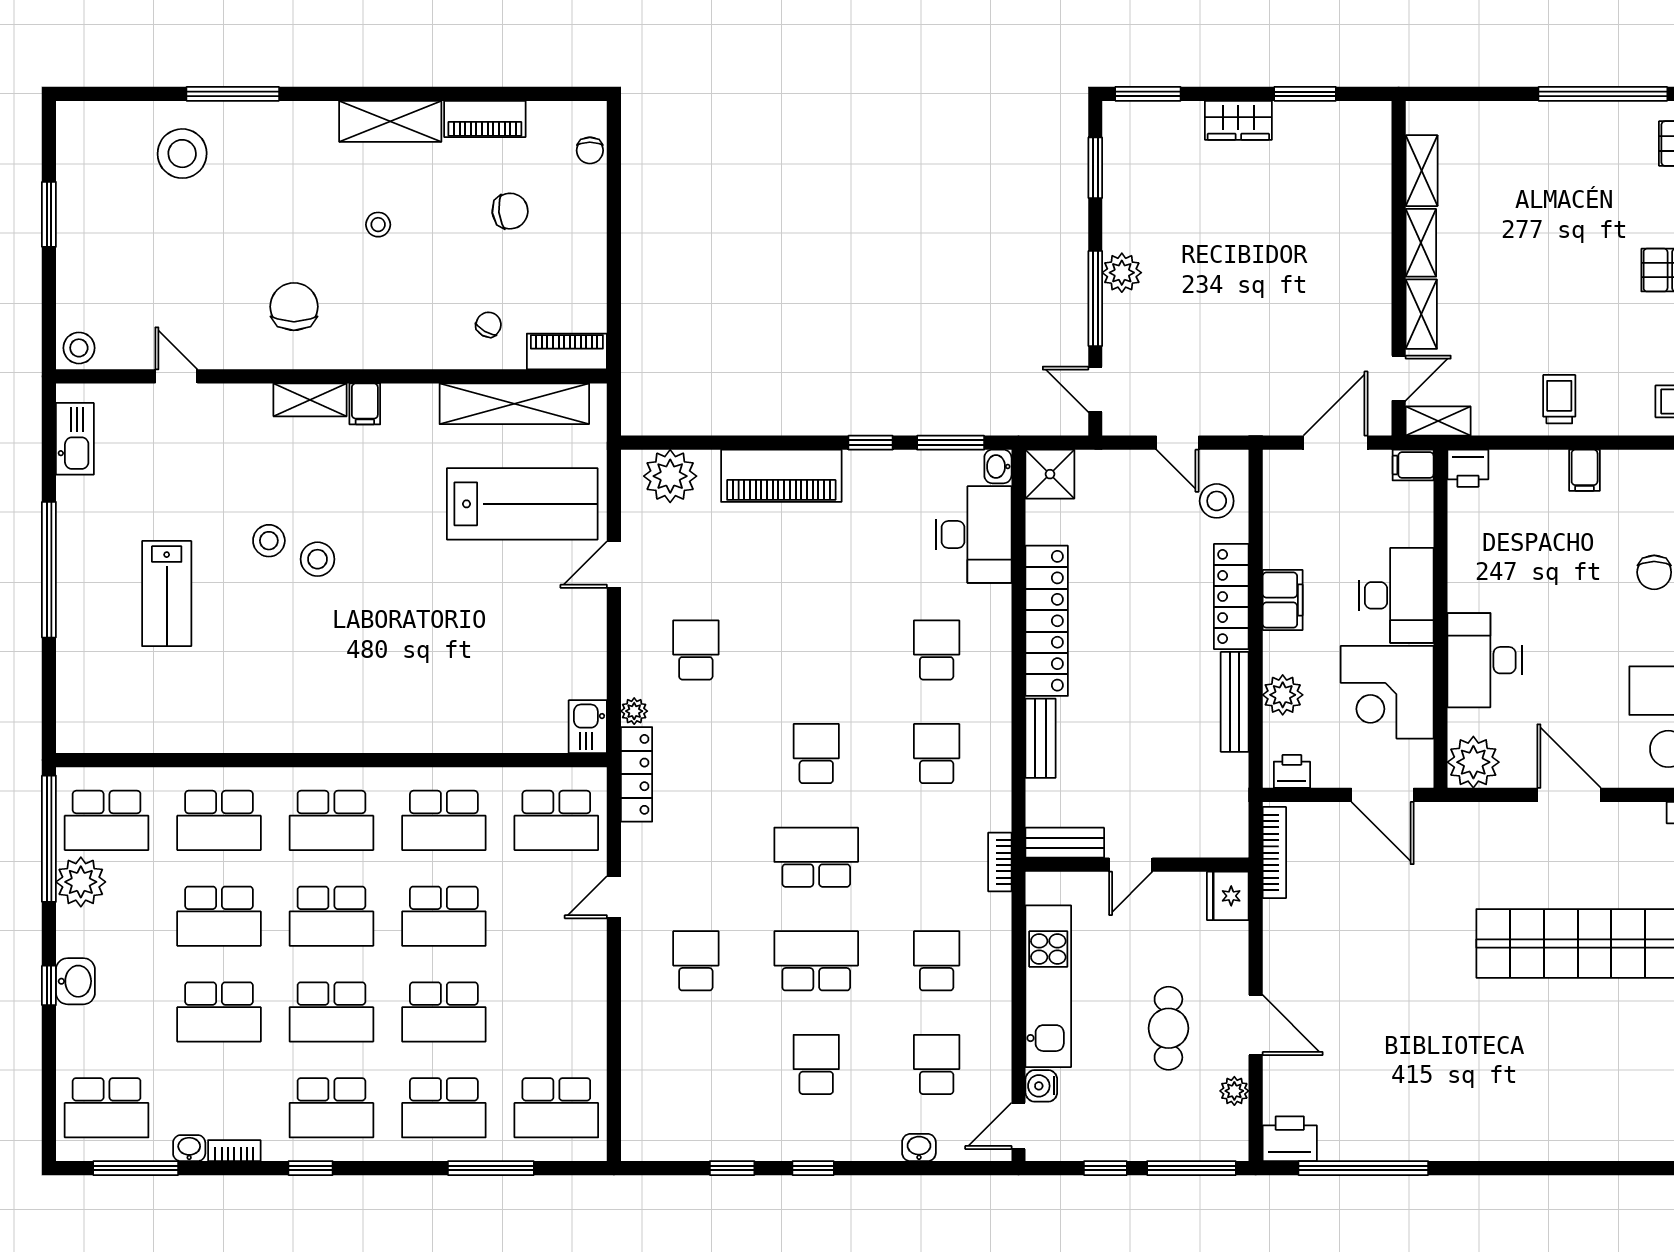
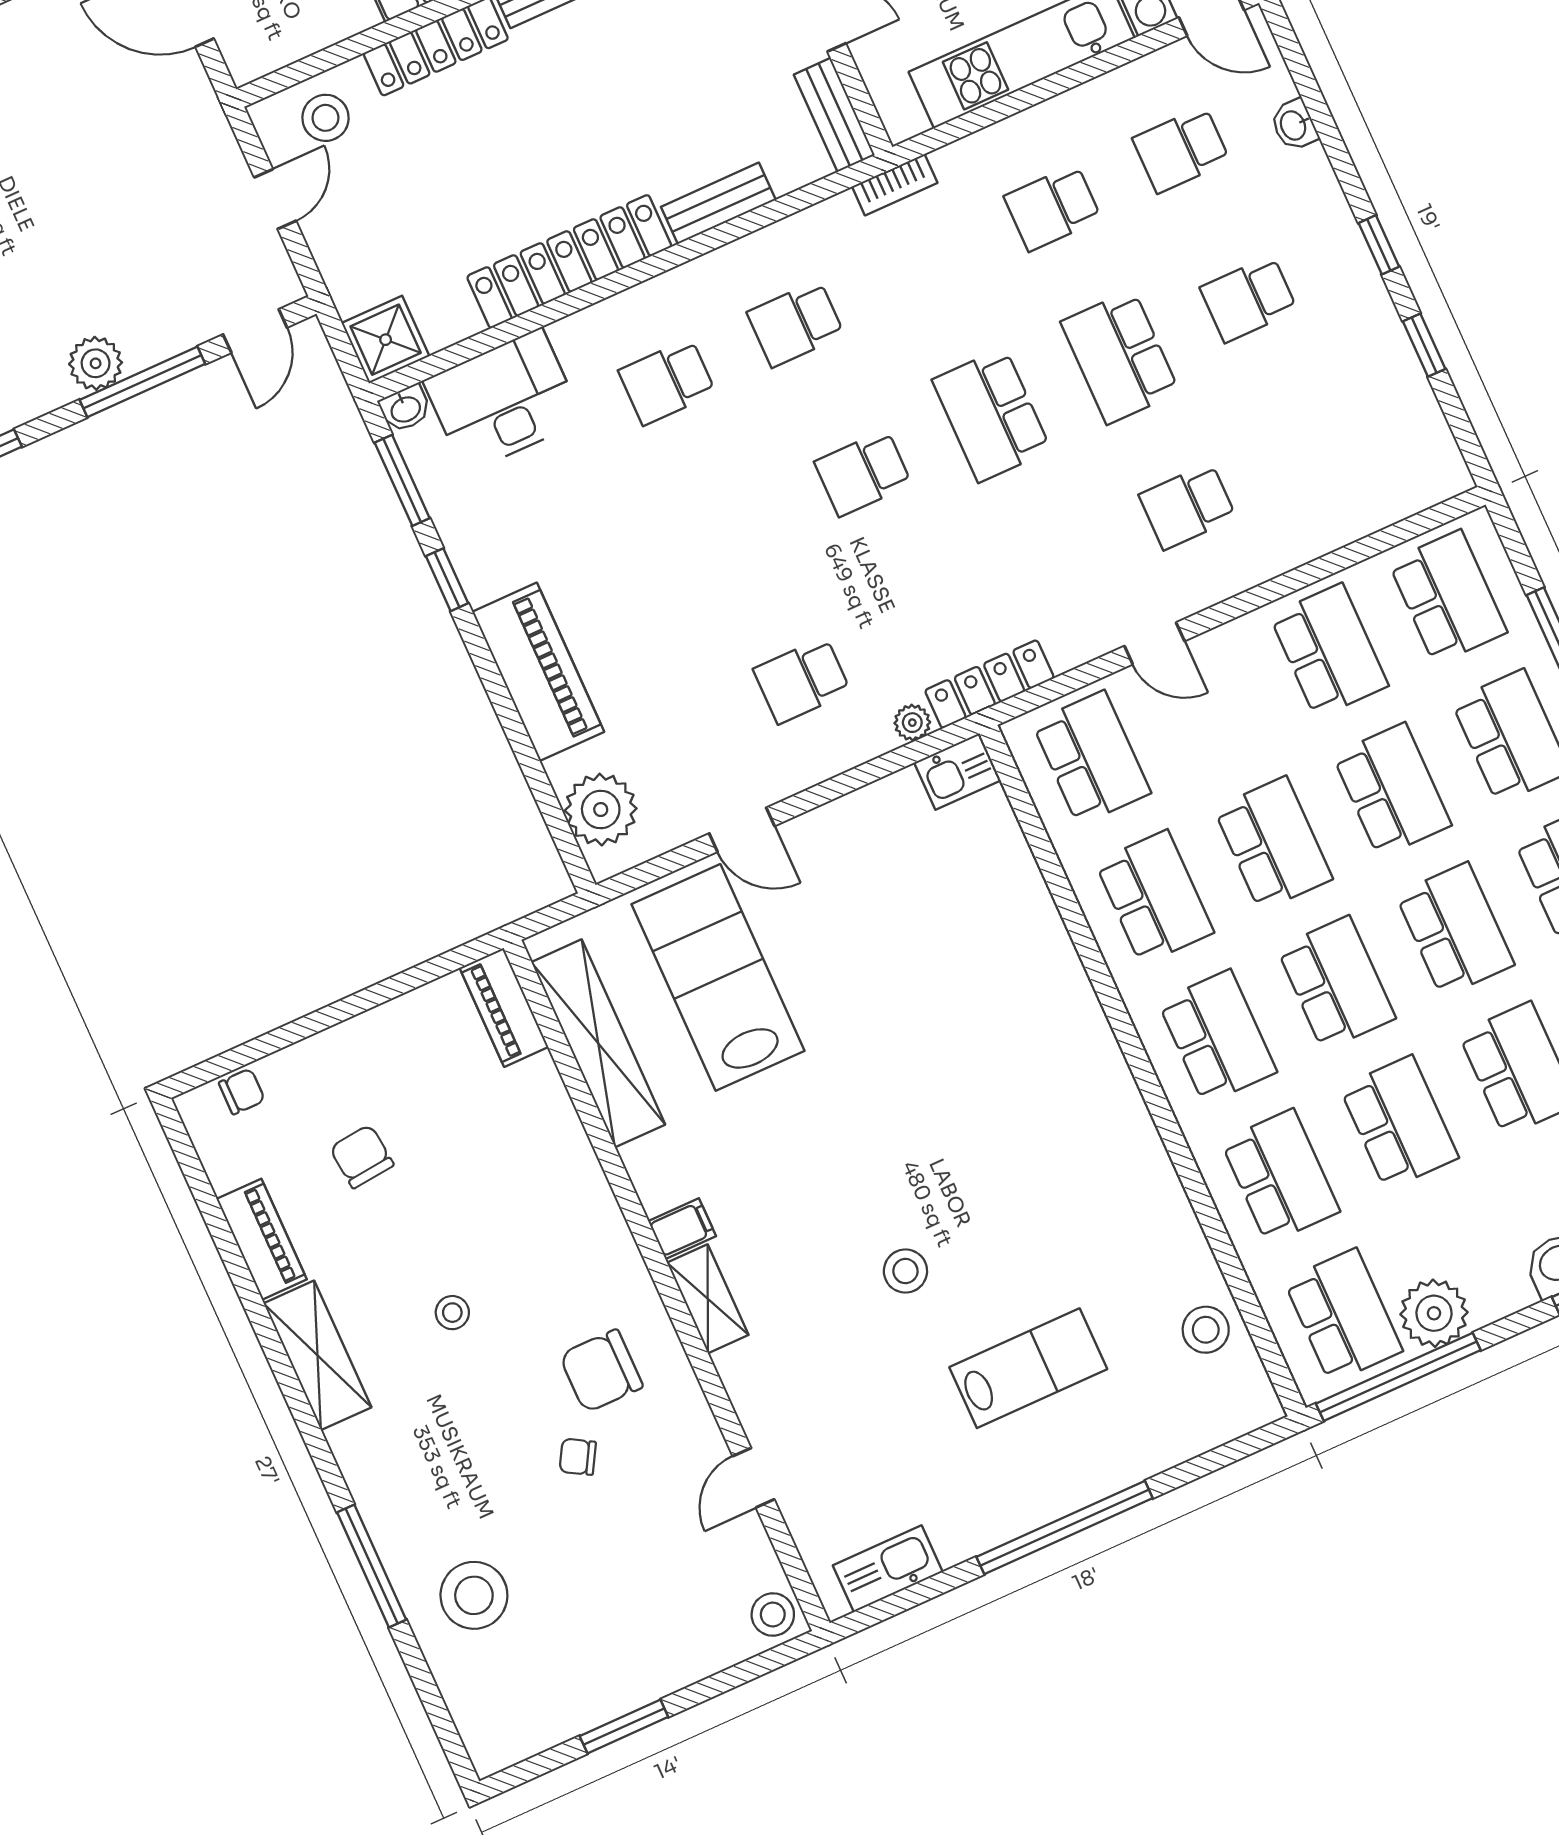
chair: (489, 325) -> (578, 1457), moved
stool: (317, 559) -> (1206, 1330), moved
school desk: (556, 1012) -> (1329, 651), added

